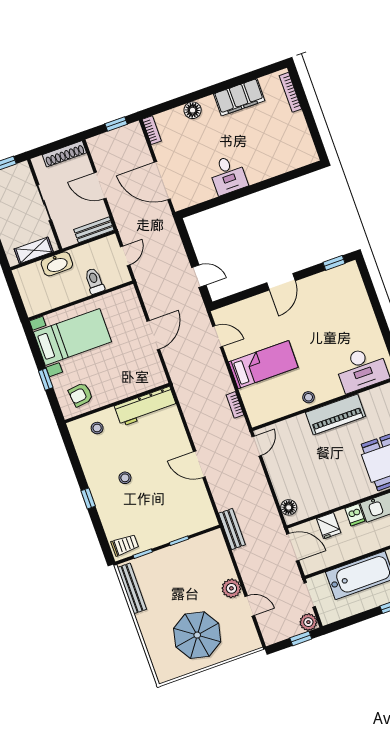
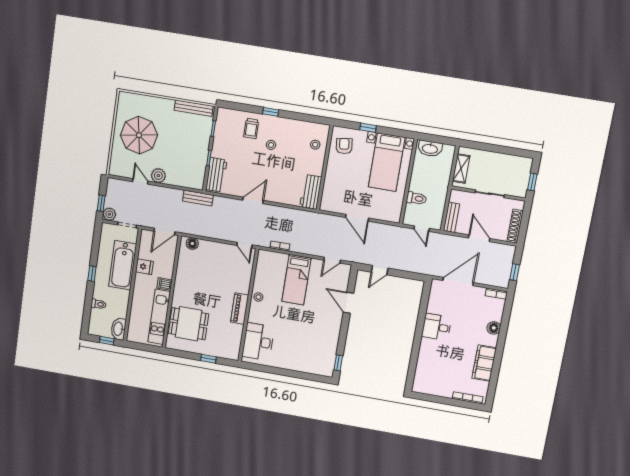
door: (100, 186) -> (479, 238), hinge flipped
washbasin: (57, 264) -> (430, 149), moved, turned -90
door: (281, 282) -> (348, 303), moved
workbench: (146, 406) -> (311, 192), width x0.73
piano: (335, 414) -> (240, 309), width x0.73, depth x0.75
workbench: (194, 522) -> (216, 175), added
fridge: (329, 526) -> (144, 267), moved, turned 180
trolley: (125, 545) -> (251, 128), moved
door: (250, 606) -> (140, 181), swing flipped

